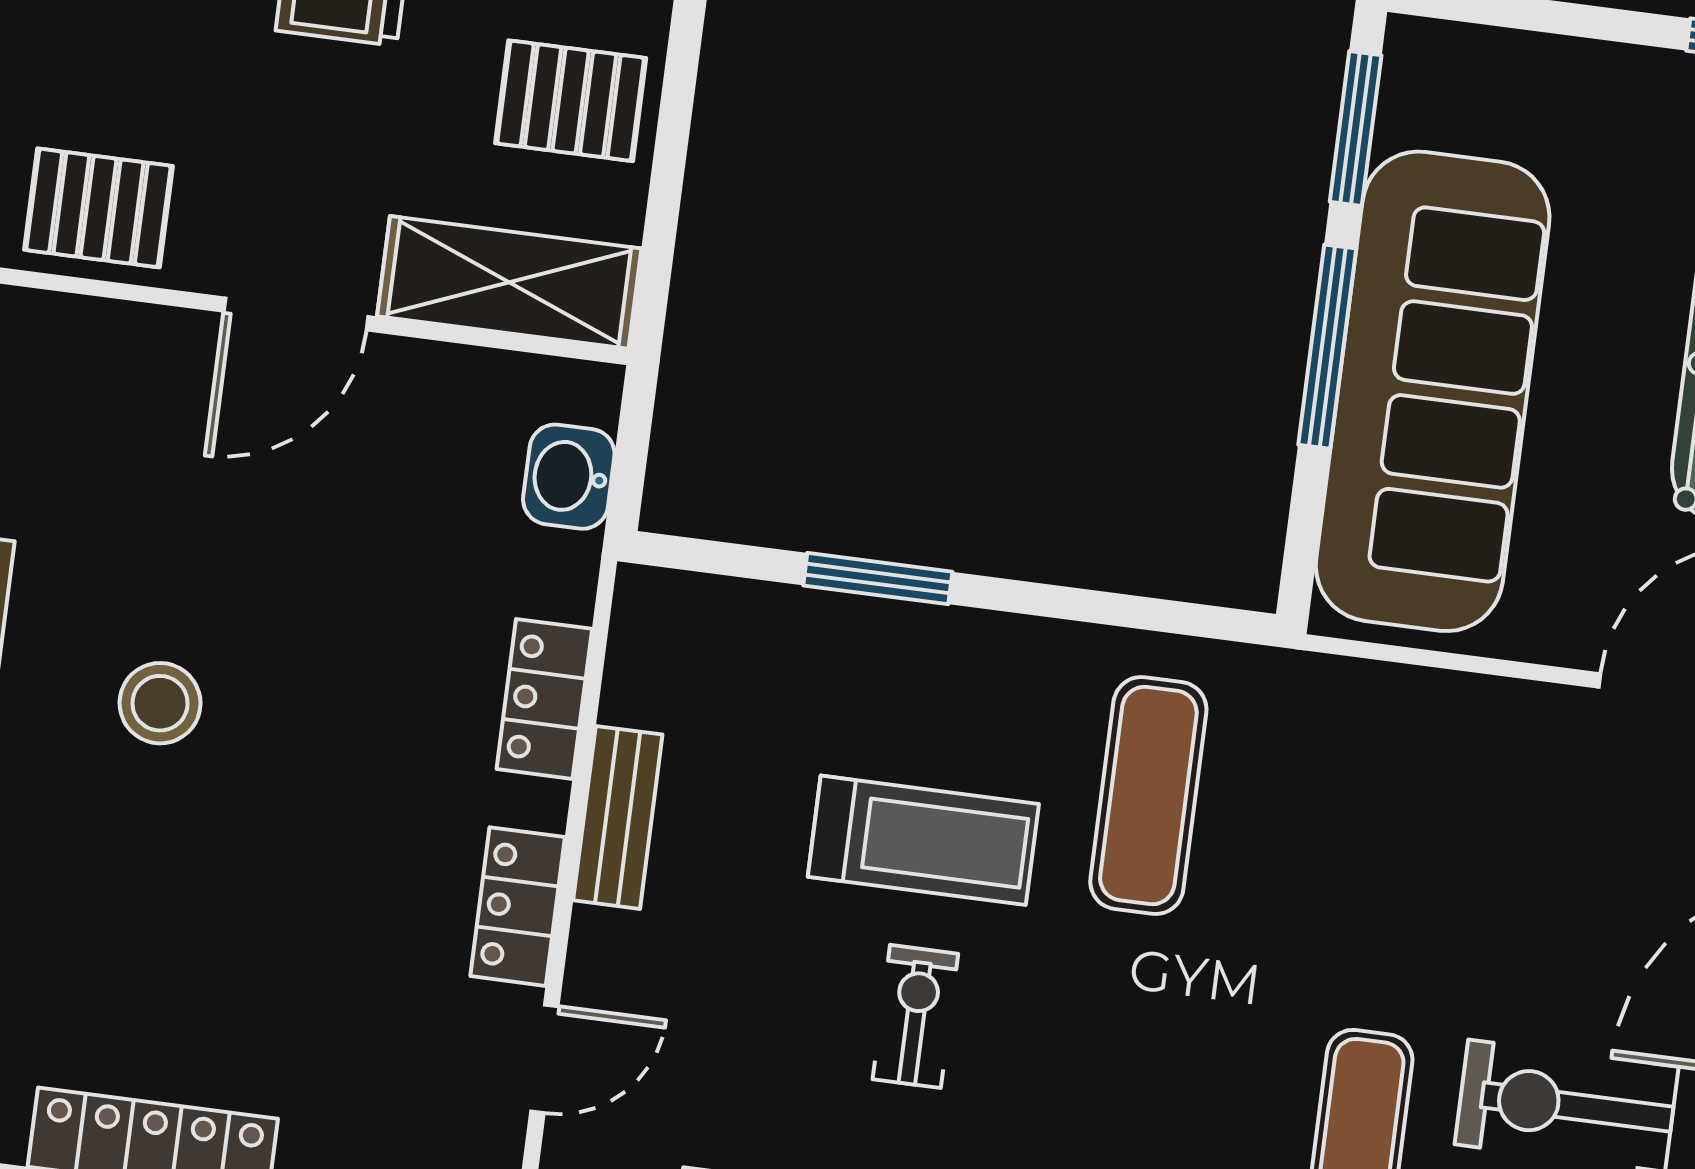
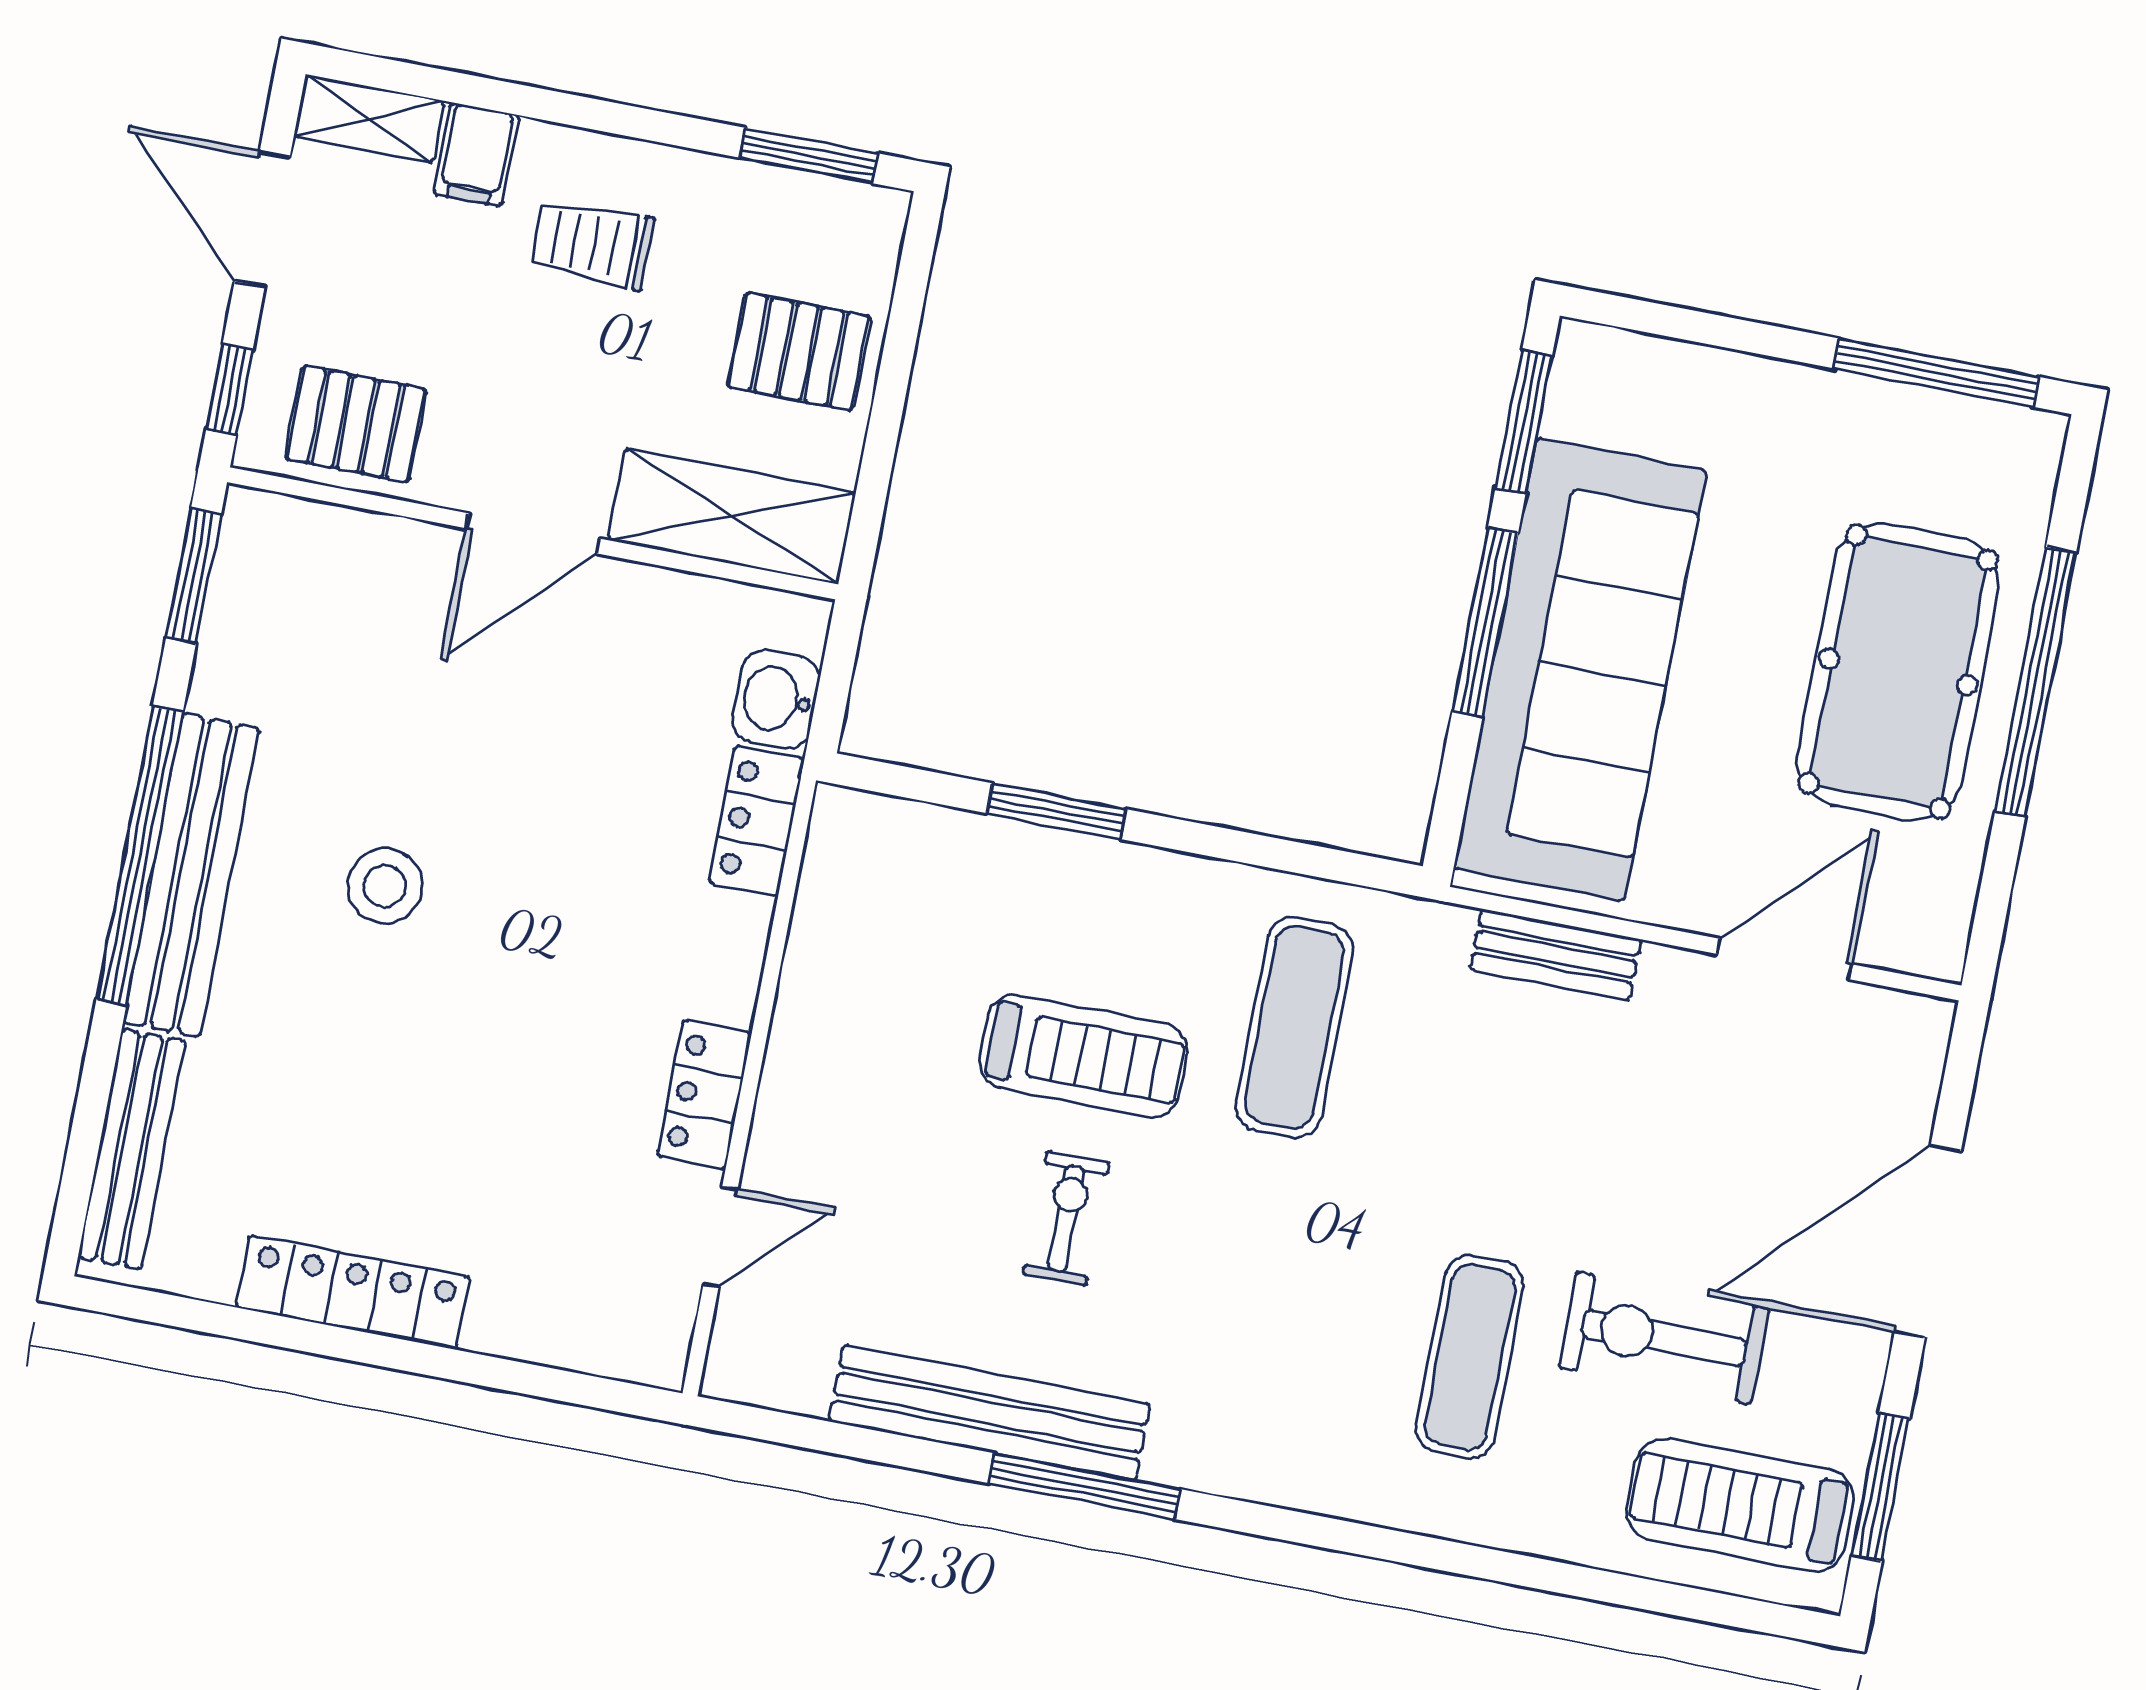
locker: (544, 699) -> (757, 821), moved
bench: (618, 817) -> (1556, 954), moved, turned 90

